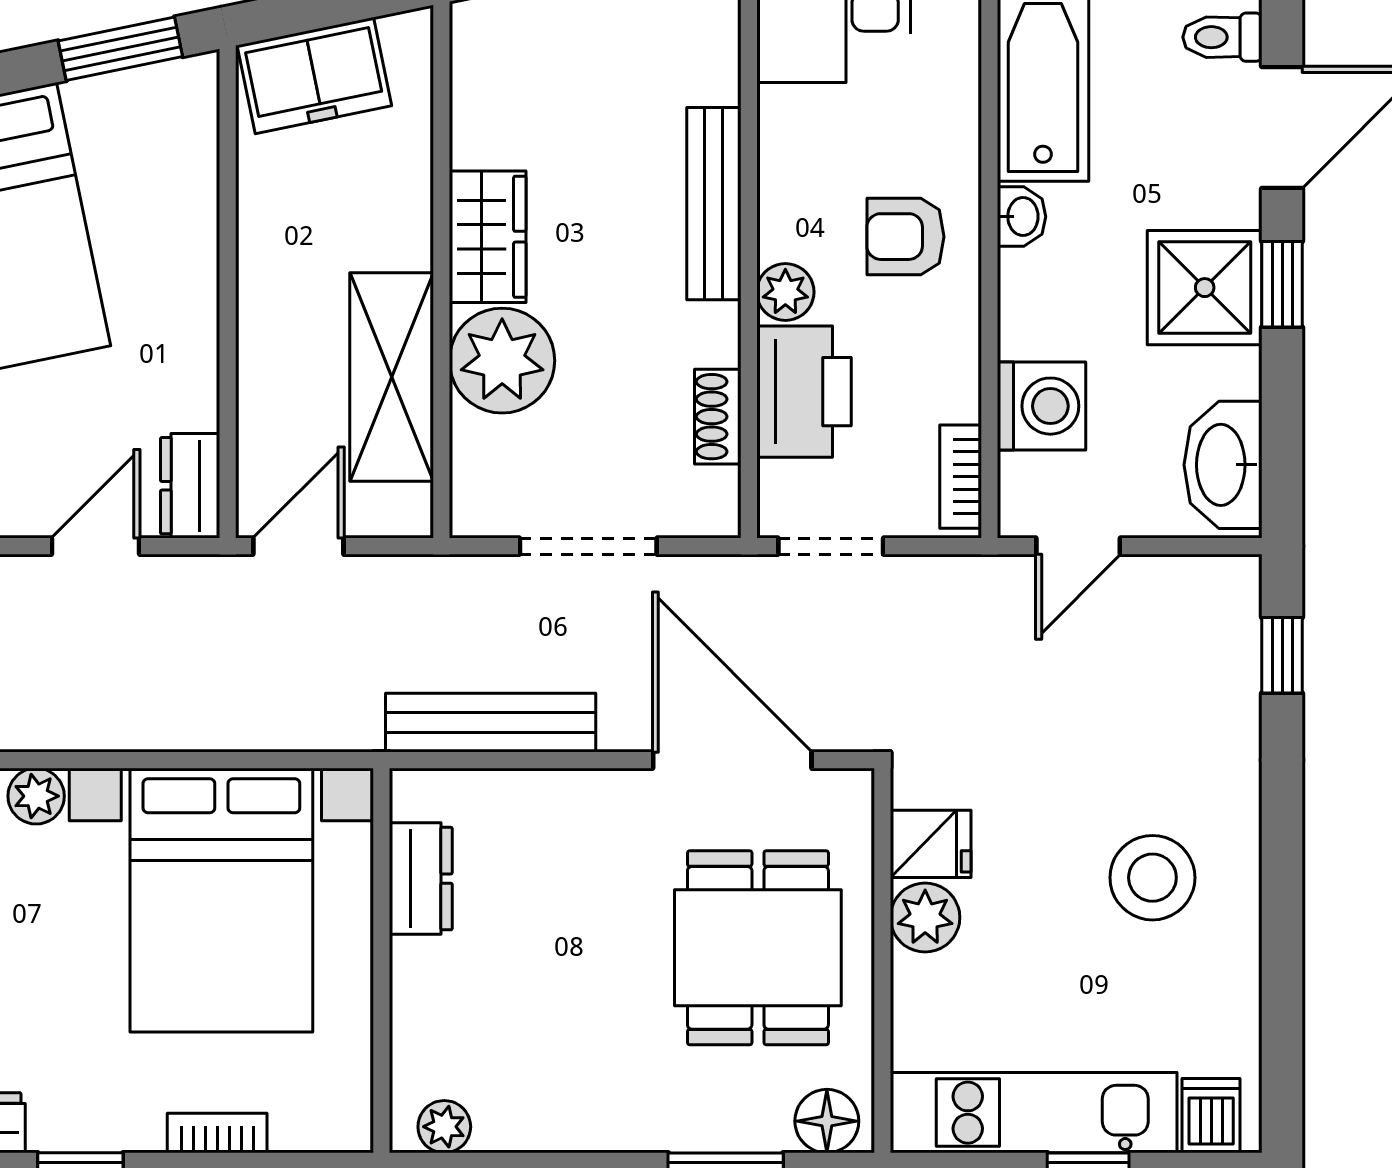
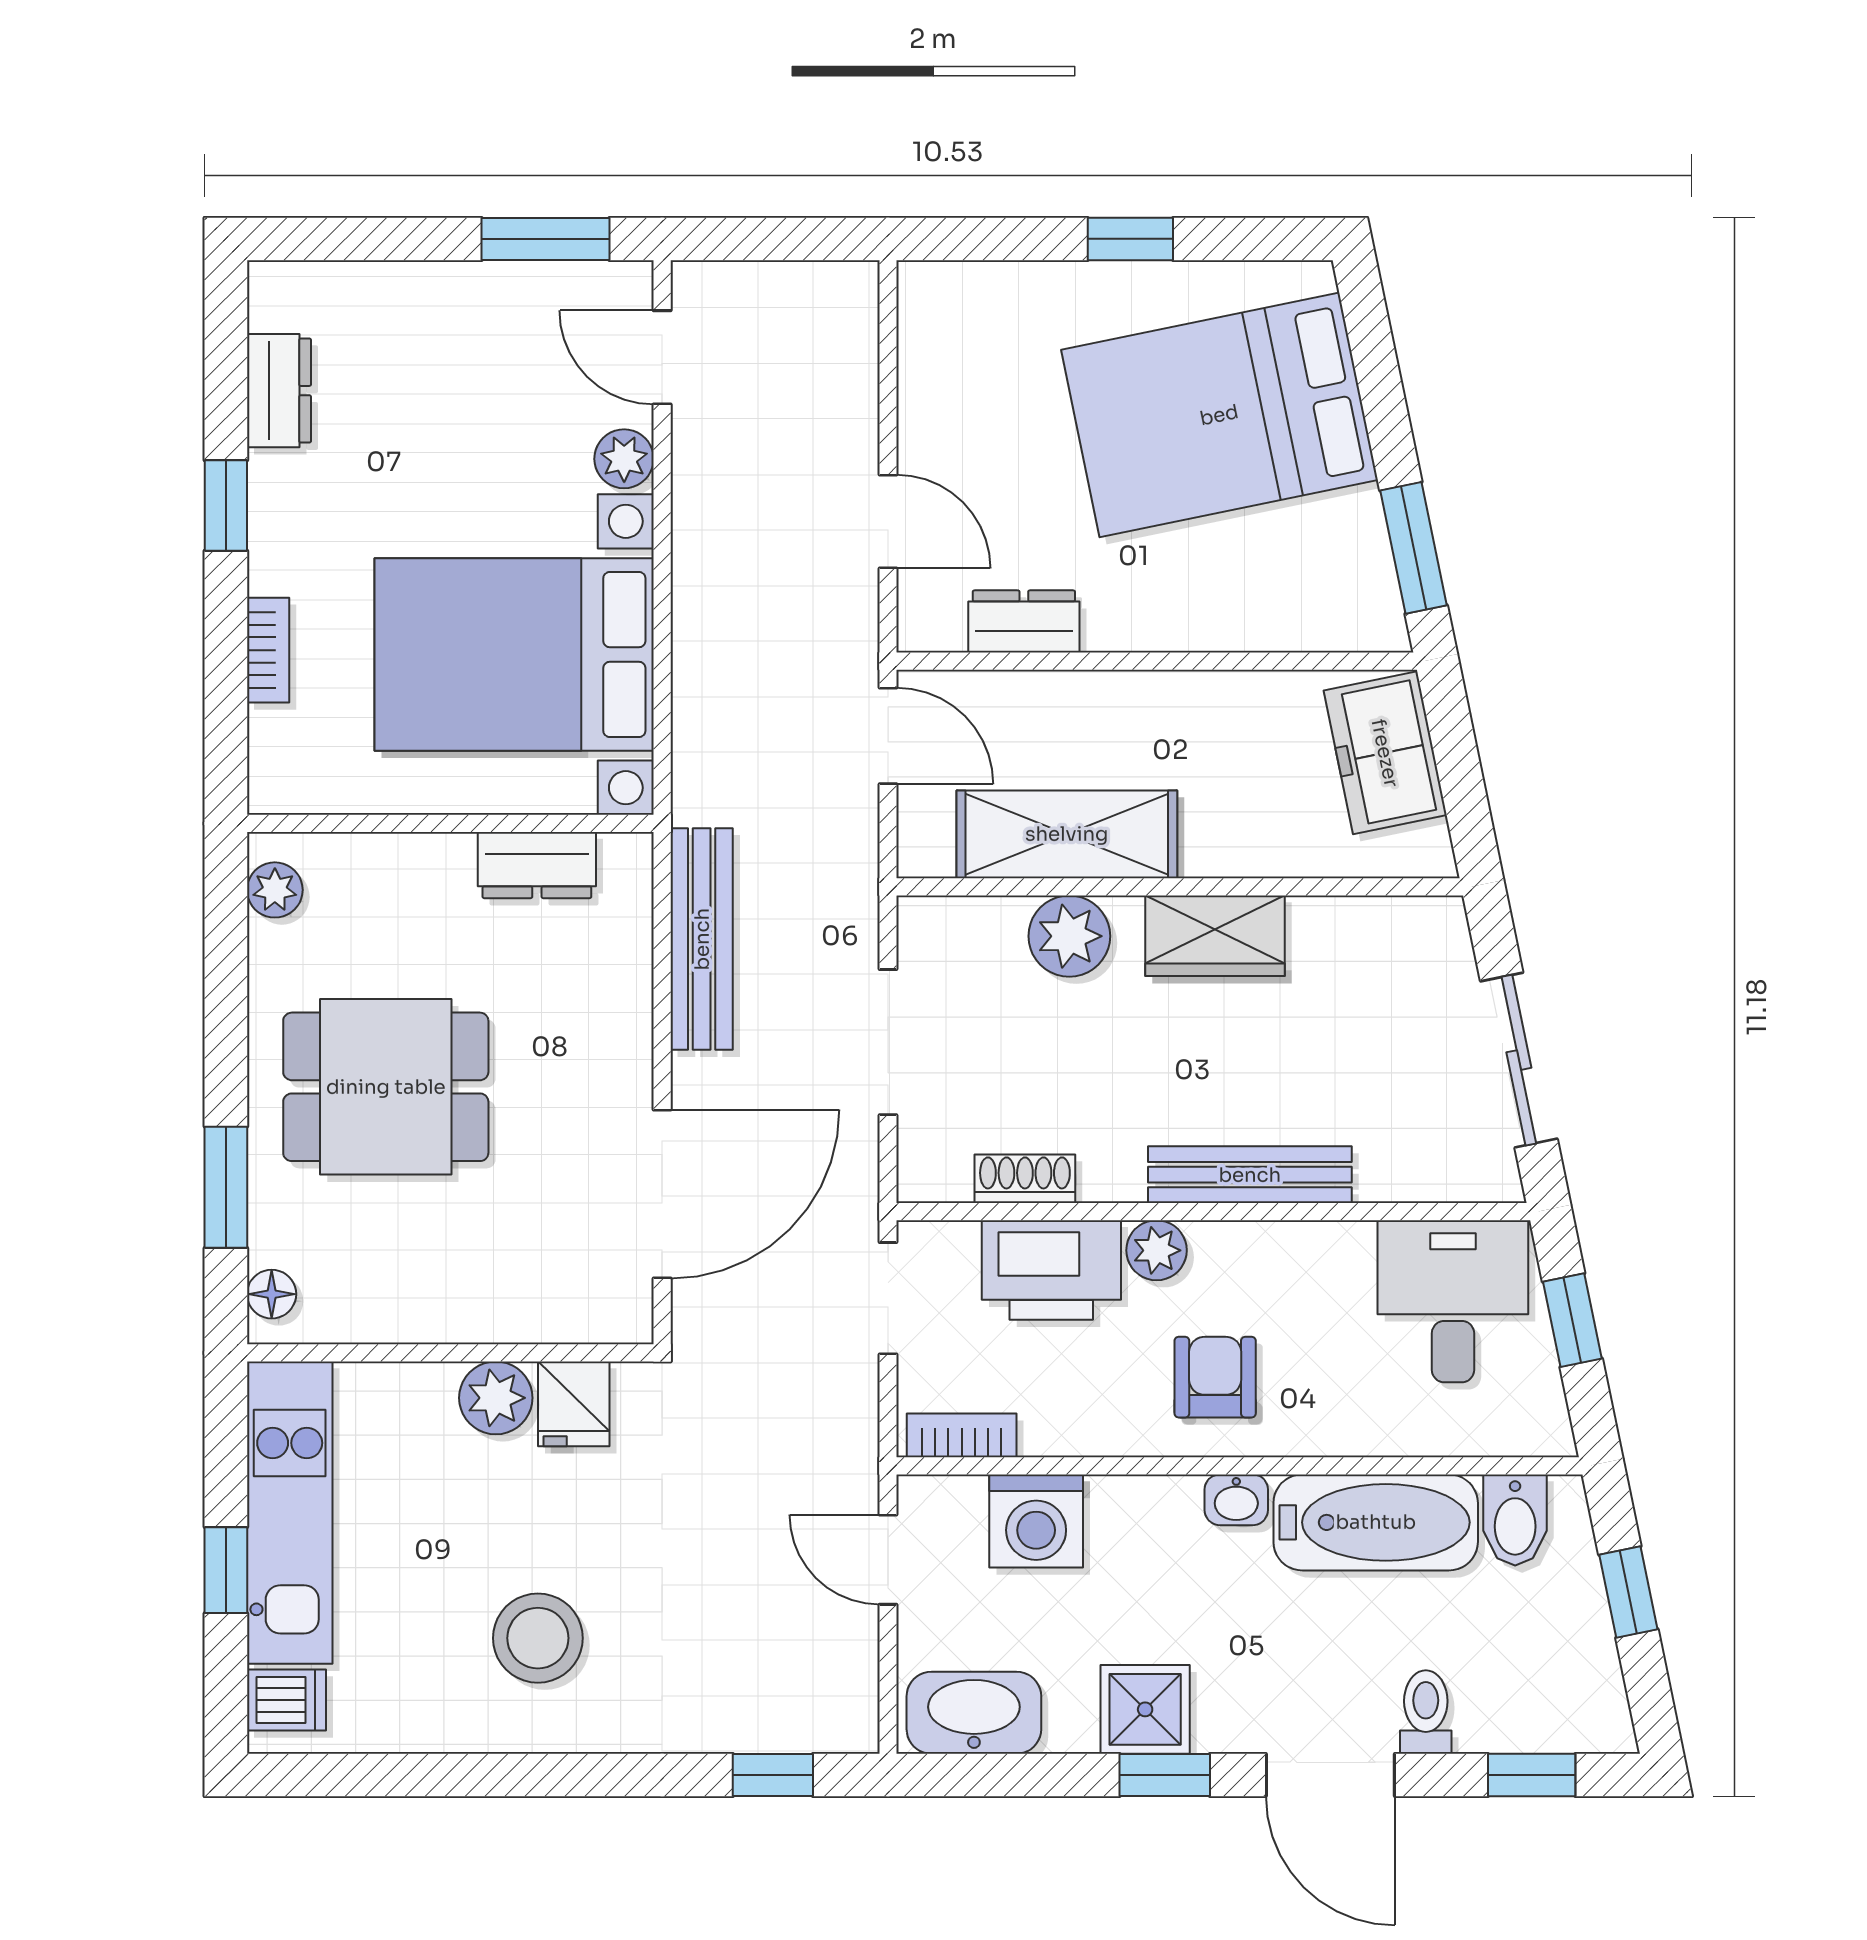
shower: (1205, 288) -> (1145, 1709), width x0.73, depth x0.73
plant: (502, 361) -> (1069, 936), width x0.73, depth x0.73
dresser: (190, 486) -> (1024, 621), moved
dining table: (758, 948) -> (386, 1087), moved
floor lamp: (827, 1121) -> (272, 1294), width x0.73, depth x0.73

